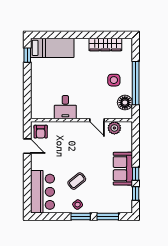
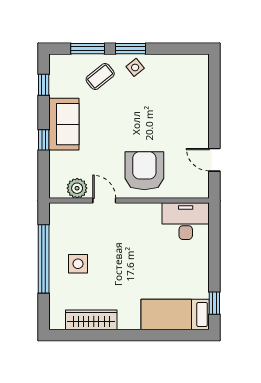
floor lamp: (125, 103) -> (61, 228), removed
desk: (65, 107) -> (186, 221), moved, width x1.37
armchair: (41, 132) -> (144, 171), moved, width x1.88, depth x1.88
window: (136, 174) -> (44, 140), moved
coffee table: (77, 181) -> (100, 77), moved
bar counter: (42, 192) -> (190, 88), removed

